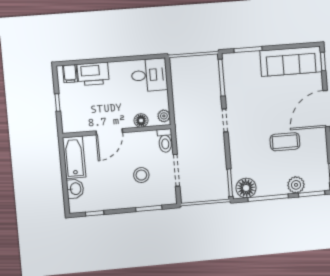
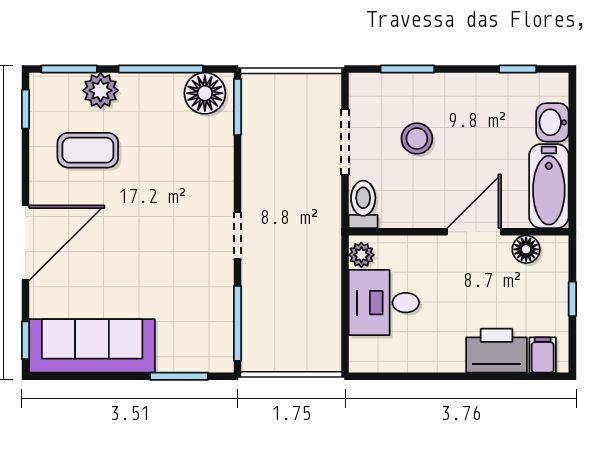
desk: (149, 75) -> (384, 303), moved
floor lamp: (141, 121) -> (526, 249), moved
coffee table: (285, 142) -> (88, 150), moved

